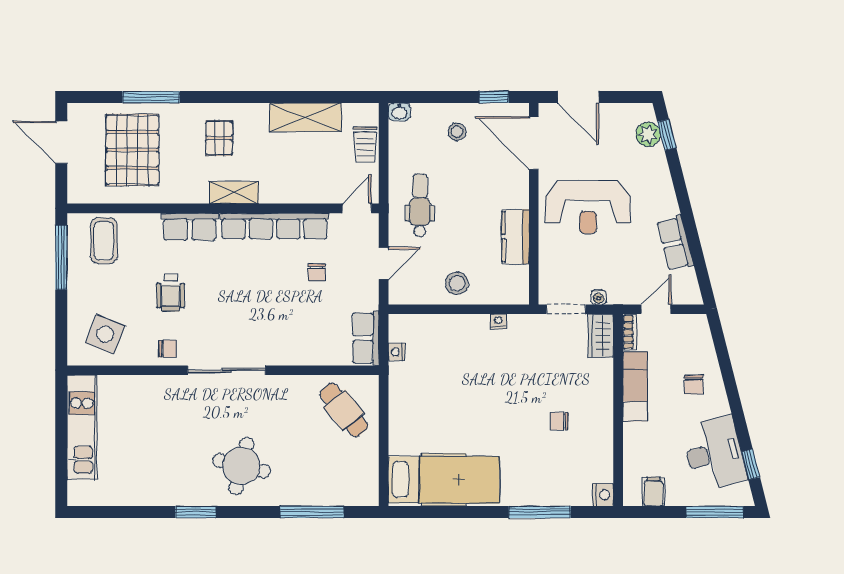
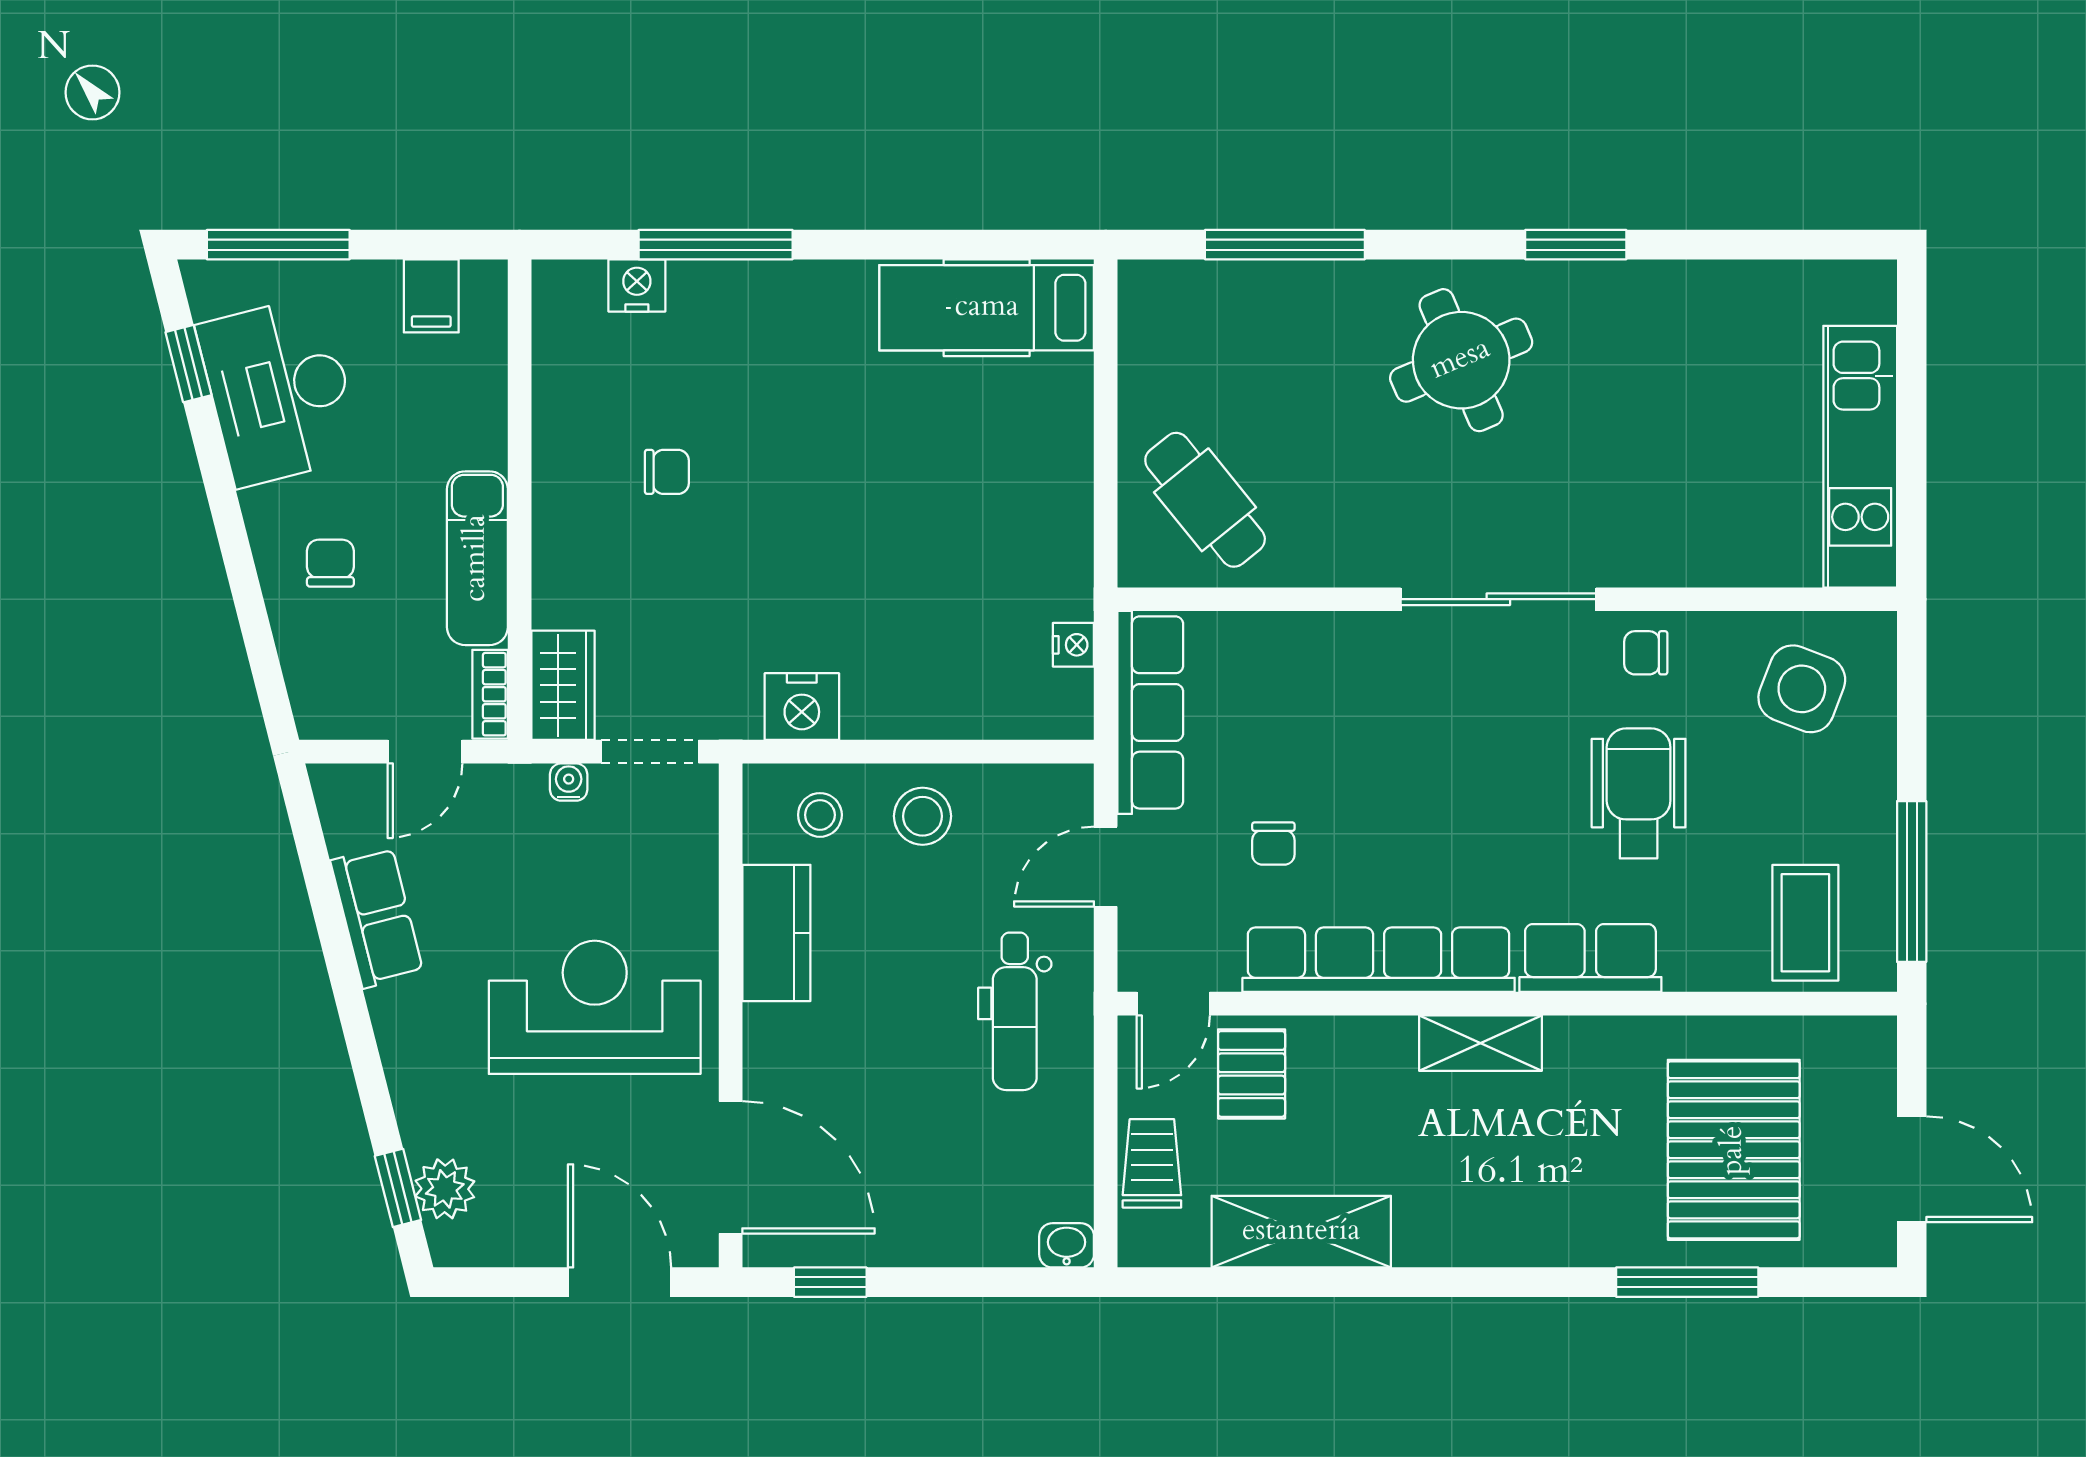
stool: (457, 132) -> (820, 815), moved
pallet: (219, 138) -> (1252, 1074), moved
chair: (317, 272) -> (1273, 844), turned 180
wheelchair: (171, 293) -> (1639, 793), width x1.36, depth x1.37
nightstand: (498, 321) -> (802, 707), width x1.89, depth x1.79
row of seats: (366, 338) -> (1150, 712), width x1.48
round table: (241, 466) -> (1461, 360), turned -37
hospital bed: (444, 480) -> (987, 308), width x0.73, depth x0.78
nightstand: (603, 495) -> (637, 285), moved, turned 90

